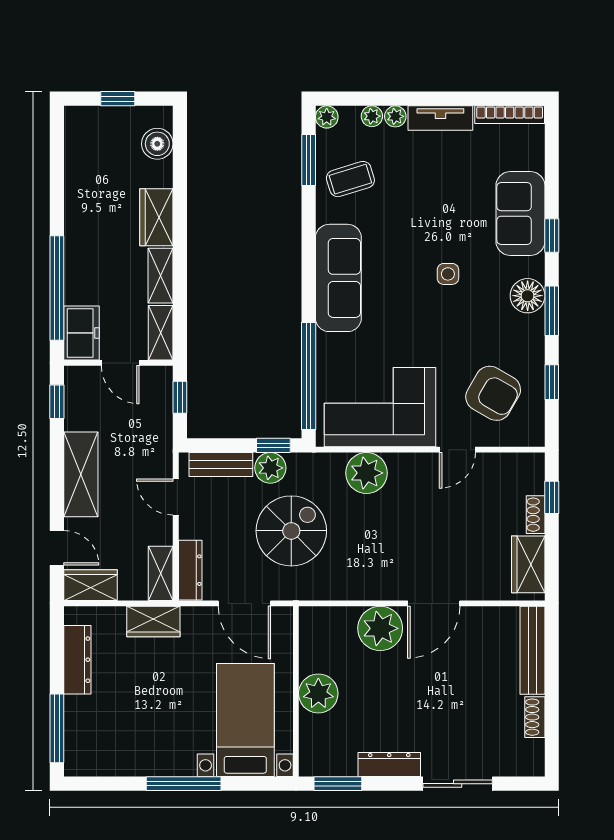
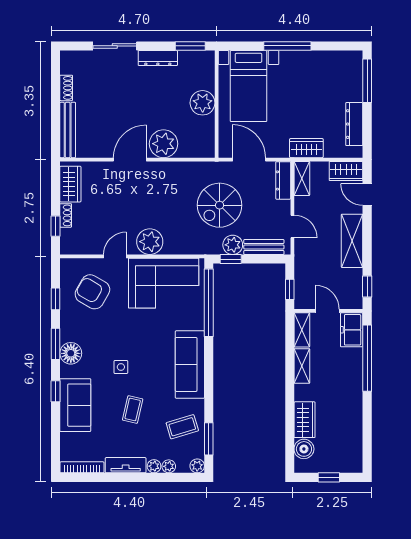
coffee table: (429, 206) -> (133, 410), added
wardrobe: (156, 217) -> (305, 420), moved
plant: (366, 473) -> (150, 242), moved

